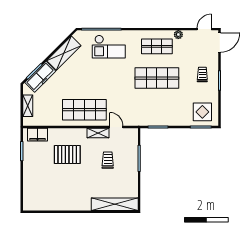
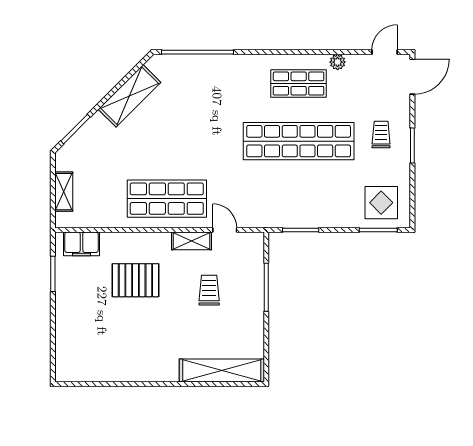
checkout: (109, 47) -> (211, 84), removed
freezer: (40, 77) -> (87, 139), removed
shop shelf: (157, 78) -> (299, 141), width x1.40

